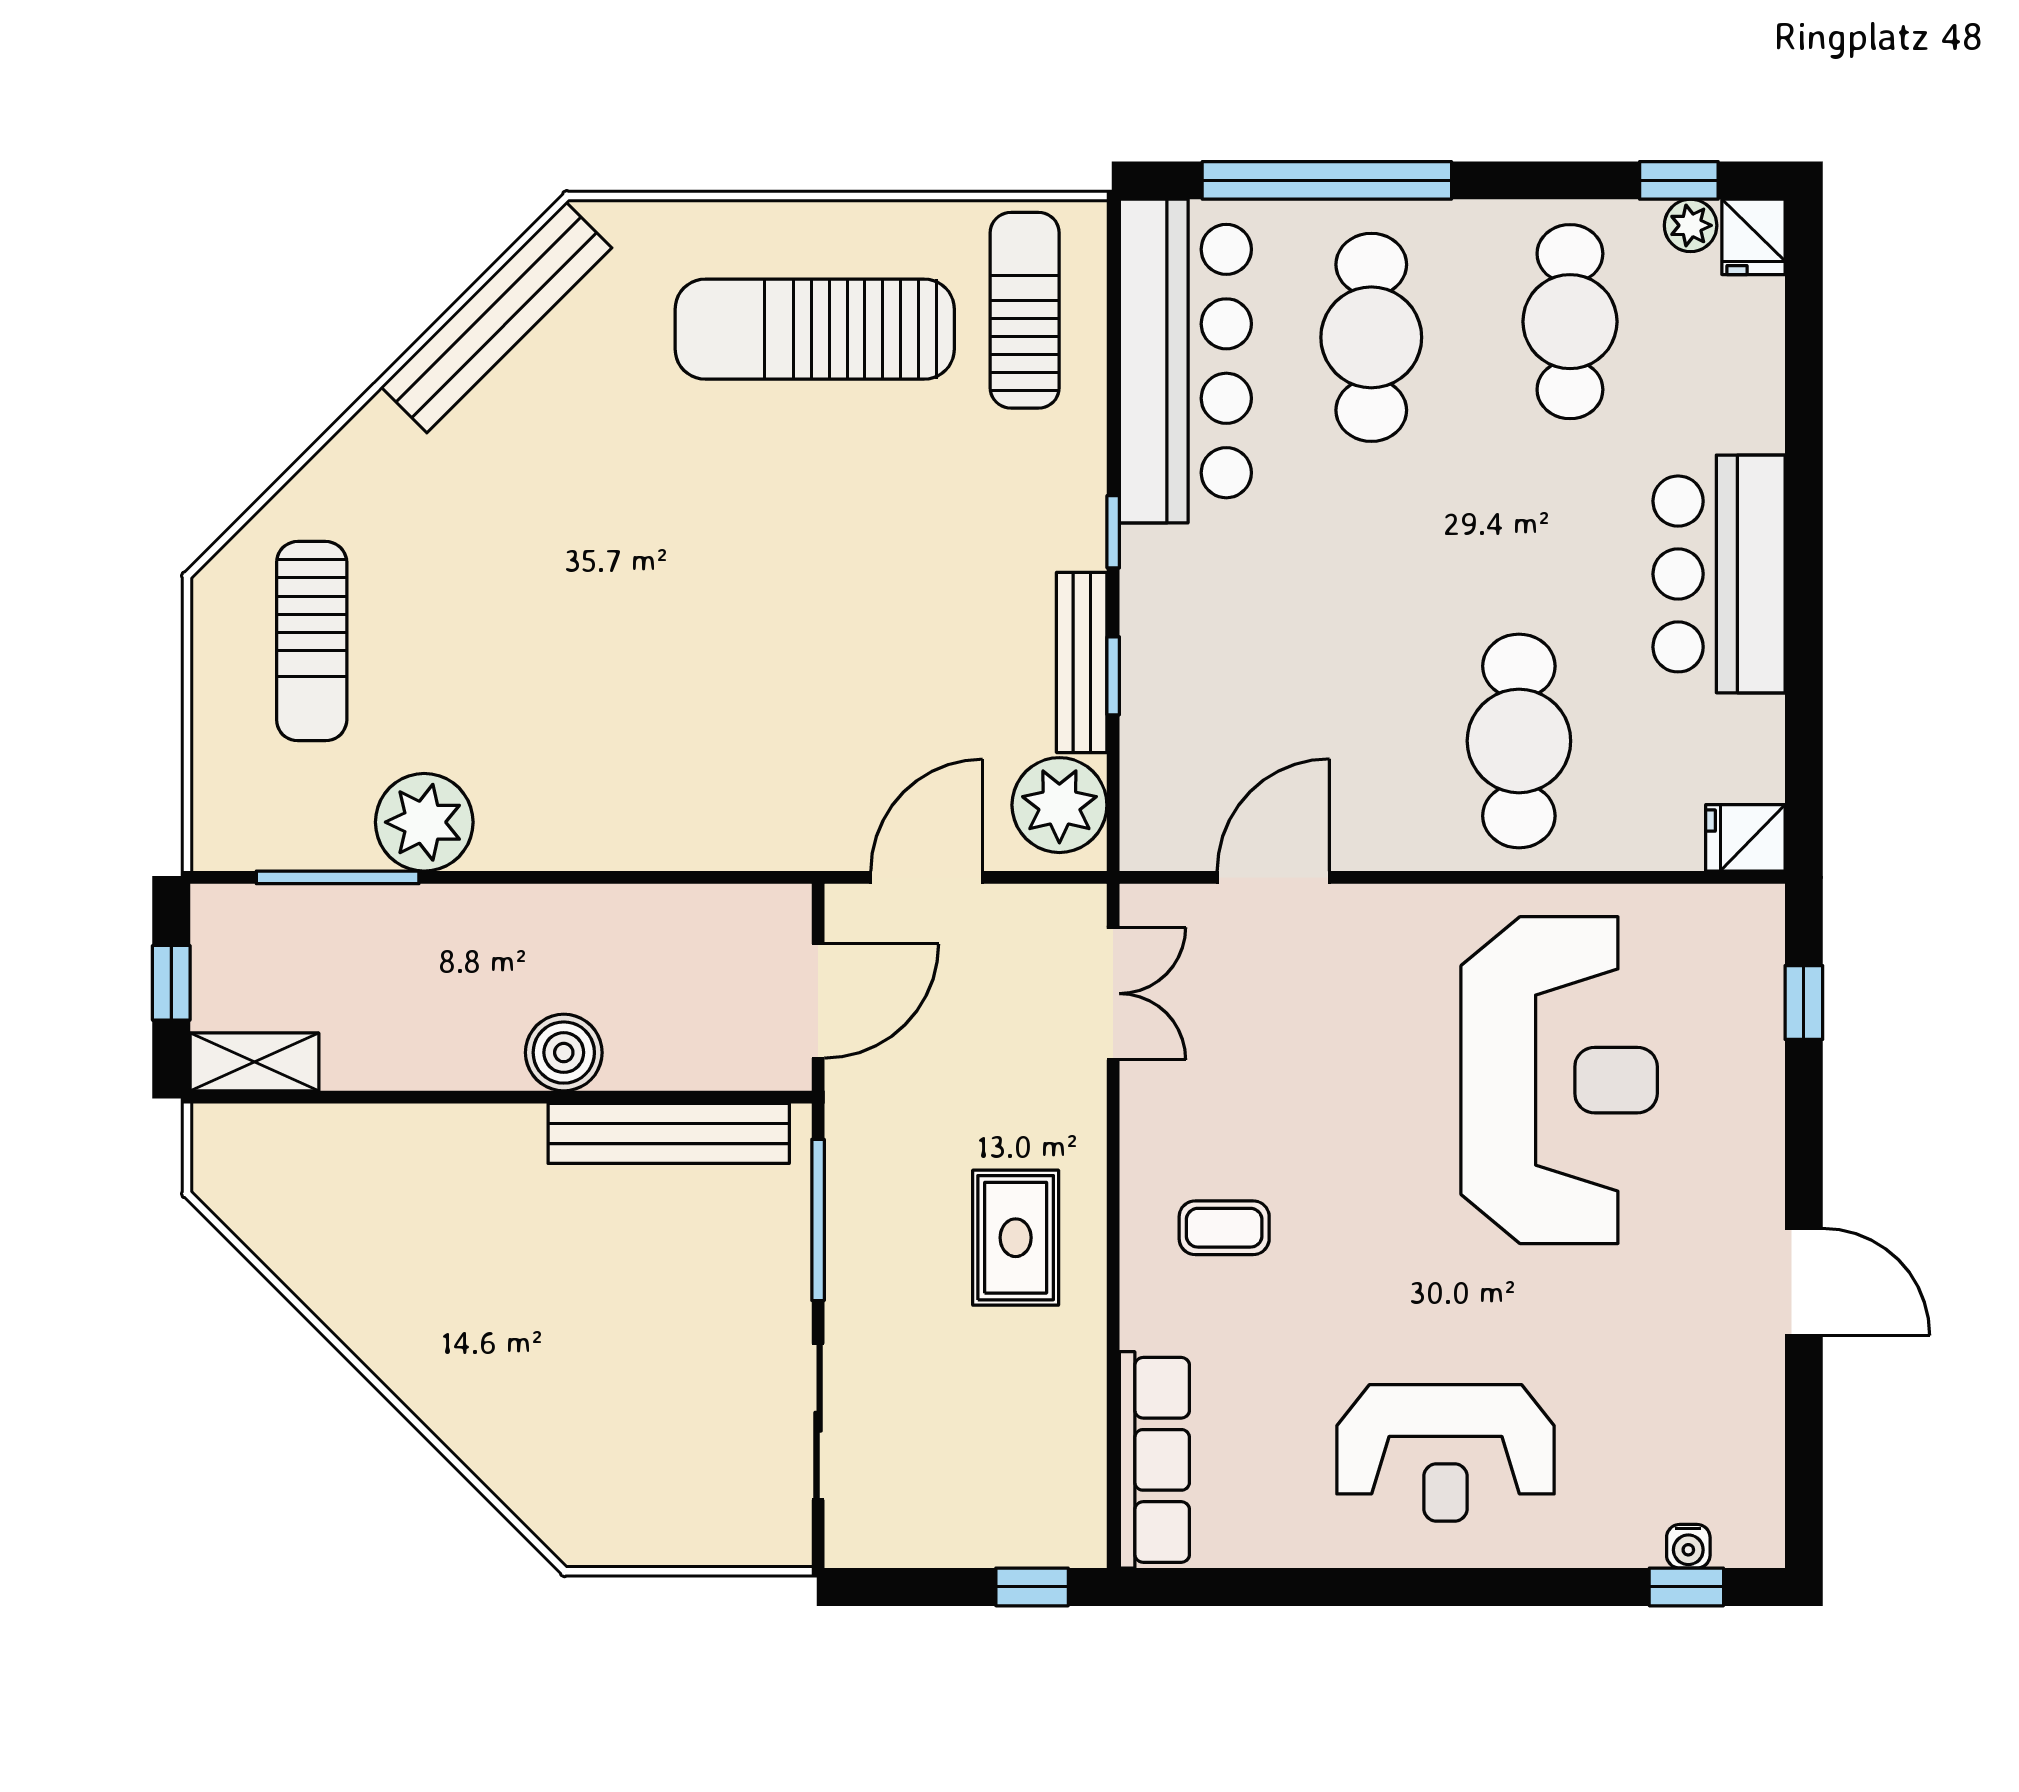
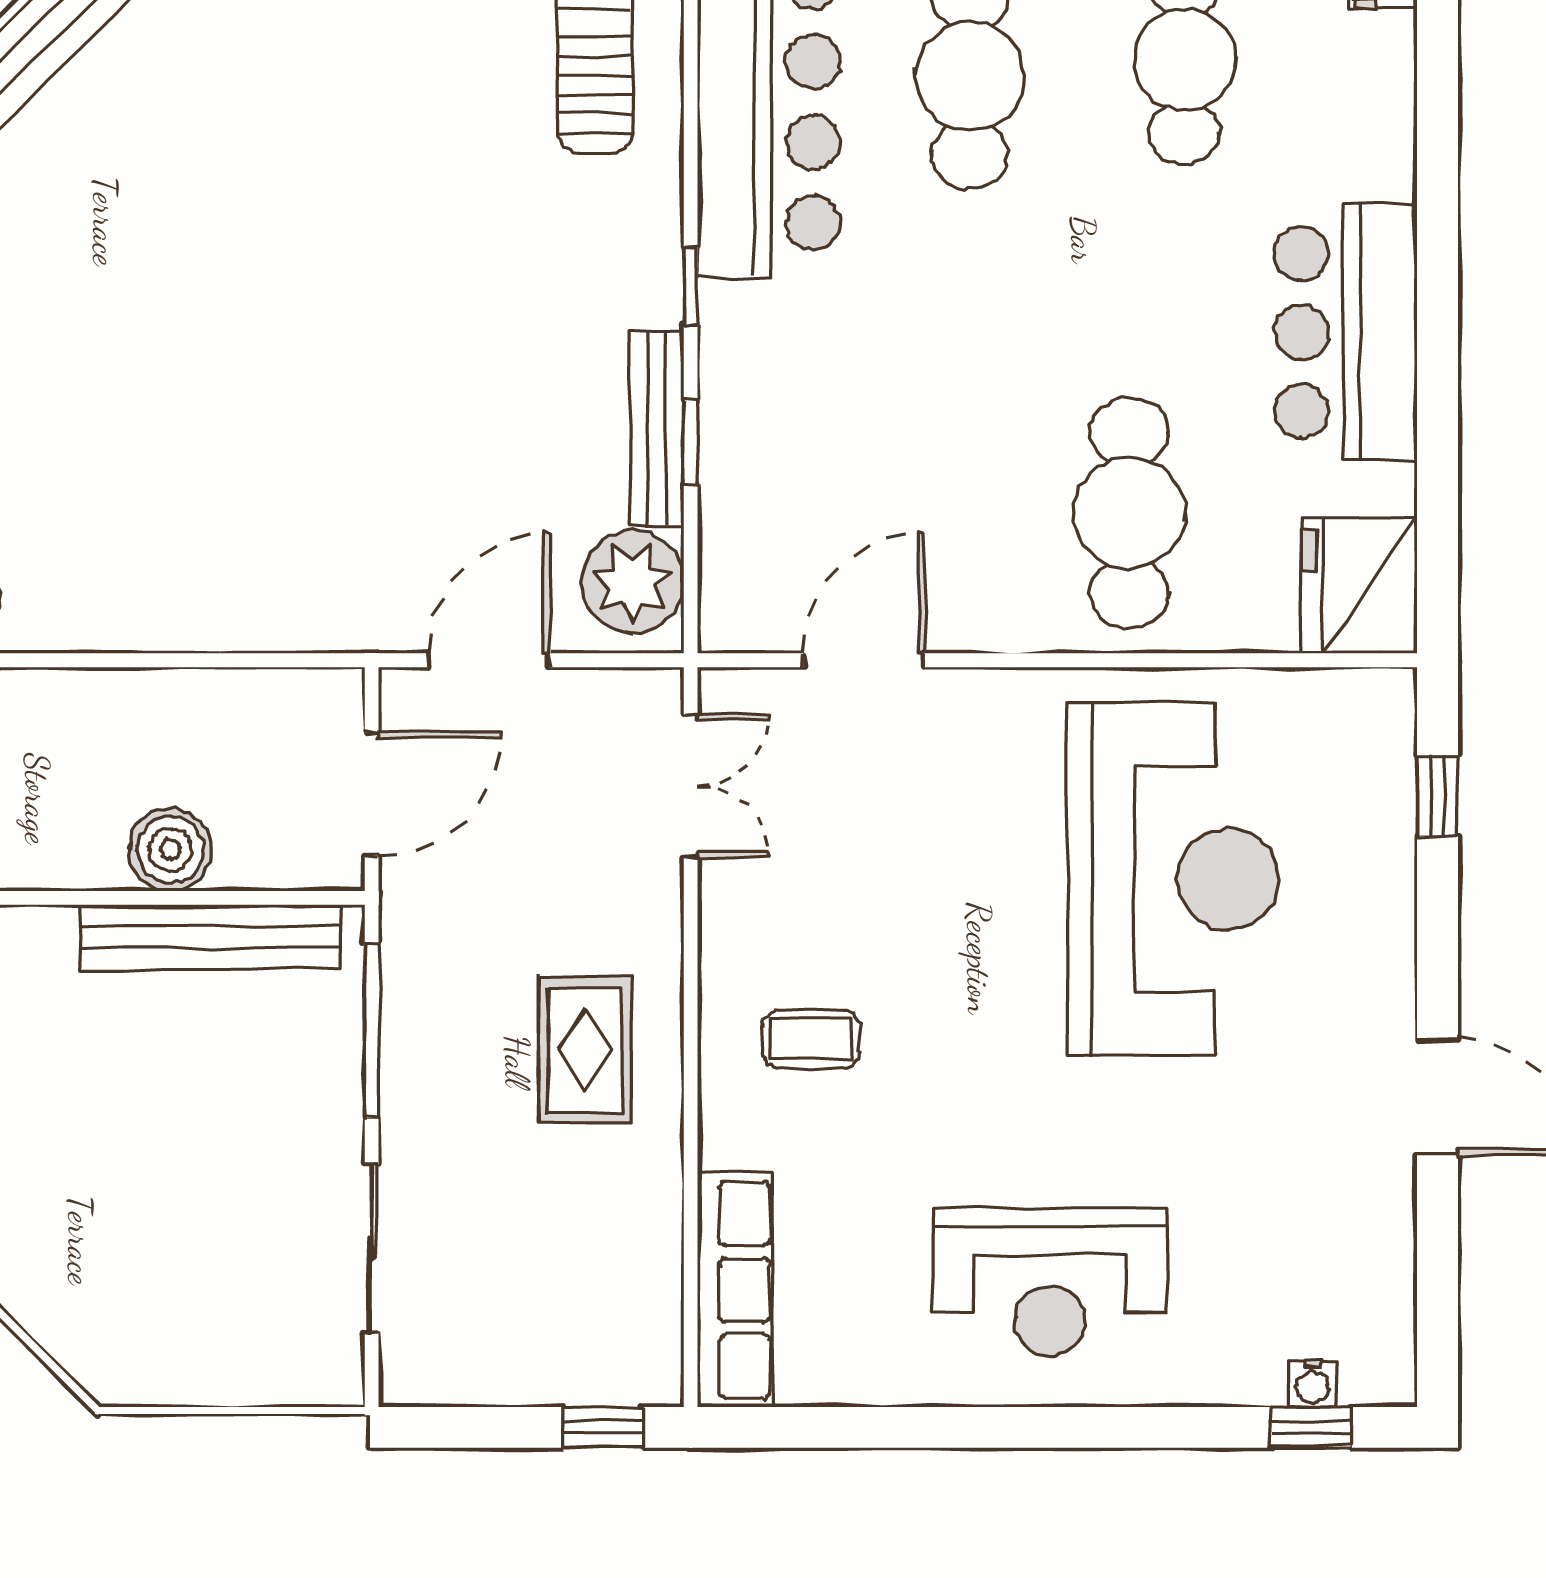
sun lounger: (815, 329) -> (368, 67), removed
fridge: (1745, 838) -> (1360, 586), width x1.88, depth x1.34
boiler: (564, 1053) -> (170, 850), moved

